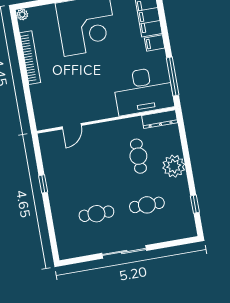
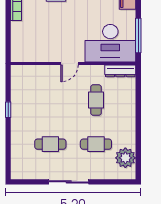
door: (72, 126) -> (69, 64), moved
plant: (174, 166) -> (125, 158), moved
window: (195, 204) -> (138, 151), removed

